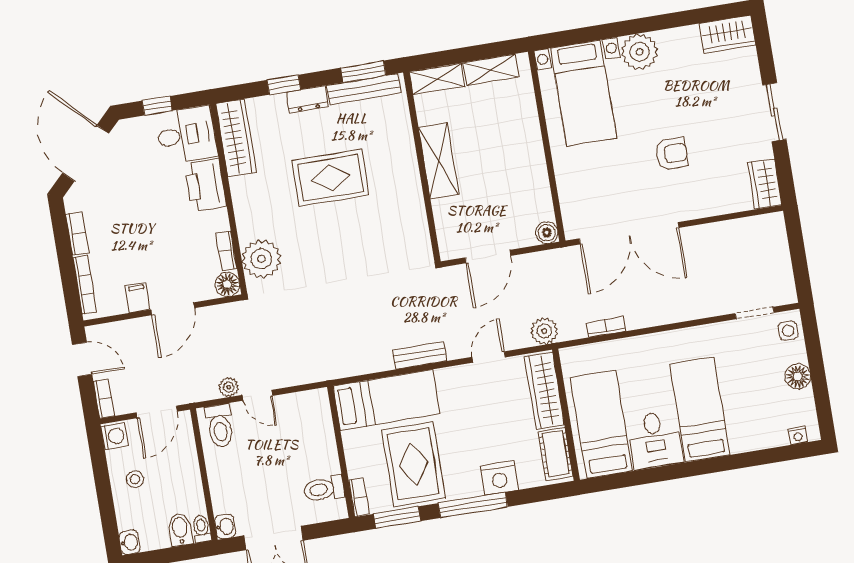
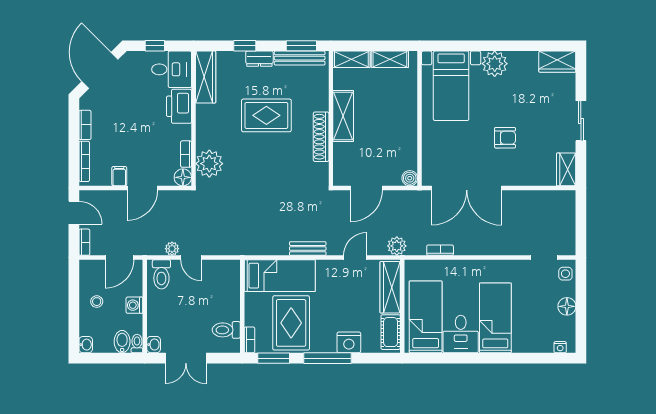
shoe rack: (412, 195) -> (321, 137), added
washing machine: (114, 436) -> (134, 305), moved, turned 180

